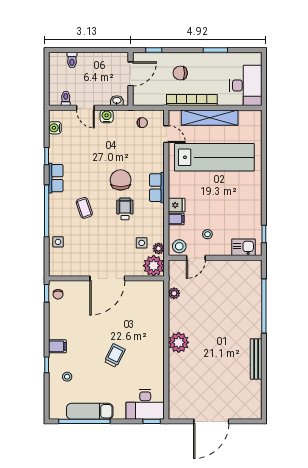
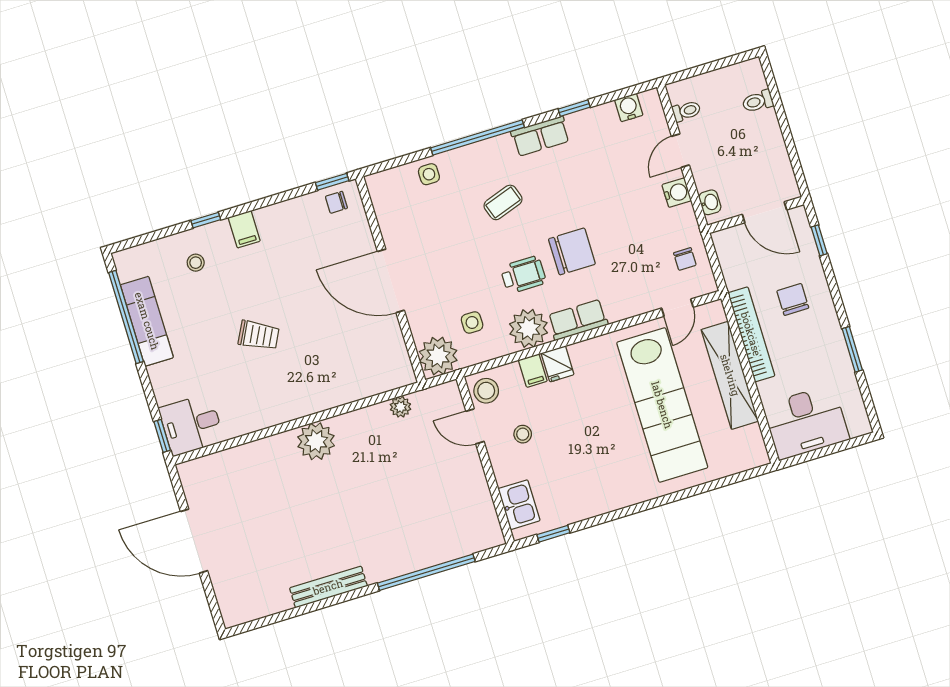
plant: (159, 248) -> (528, 328), moved, width x1.88, depth x1.88
desk: (145, 404) -> (191, 425), width x0.73

